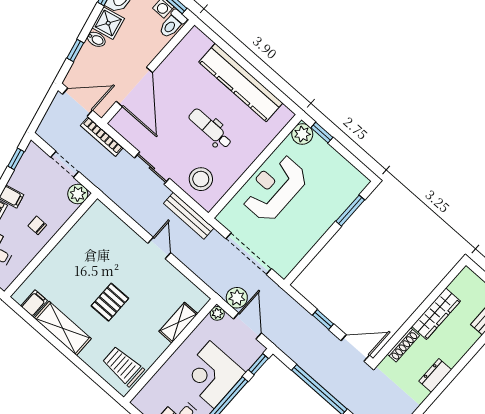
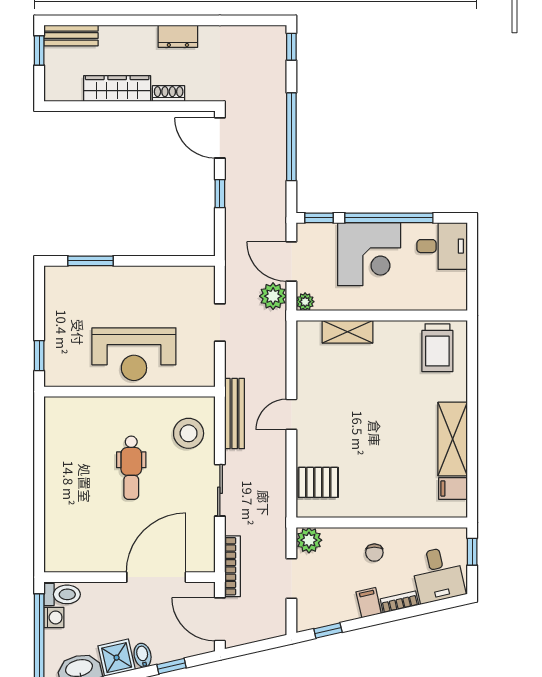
kitchen counter: (241, 82) -> (60, 478), removed
plant: (302, 134) -> (57, 373), removed
doorway: (249, 254) -> (220, 322), width x0.53
pallet: (110, 302) -> (318, 482), moved
door: (247, 326) -> (291, 262), hinge flipped
shoe rack: (403, 345) -> (169, 94), width x0.70

